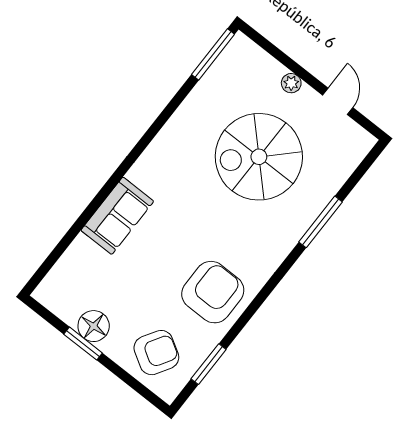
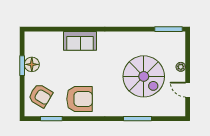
door: (338, 101) -> (188, 90), swing flipped
spiral stairs: (259, 157) -> (144, 76), turned 180

